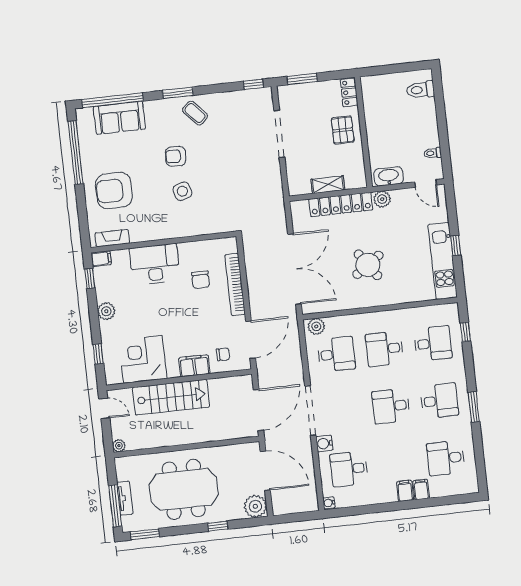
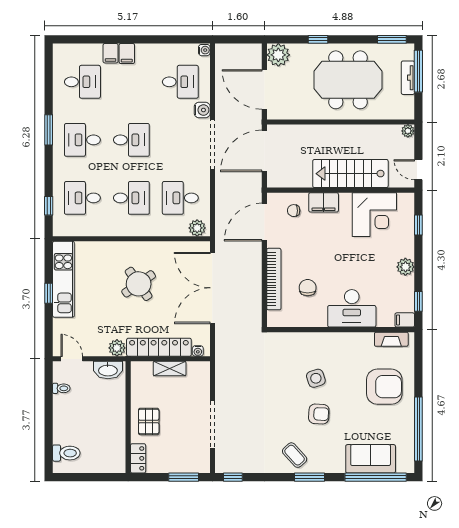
water cooler: (302, 205) -> (198, 351), added

